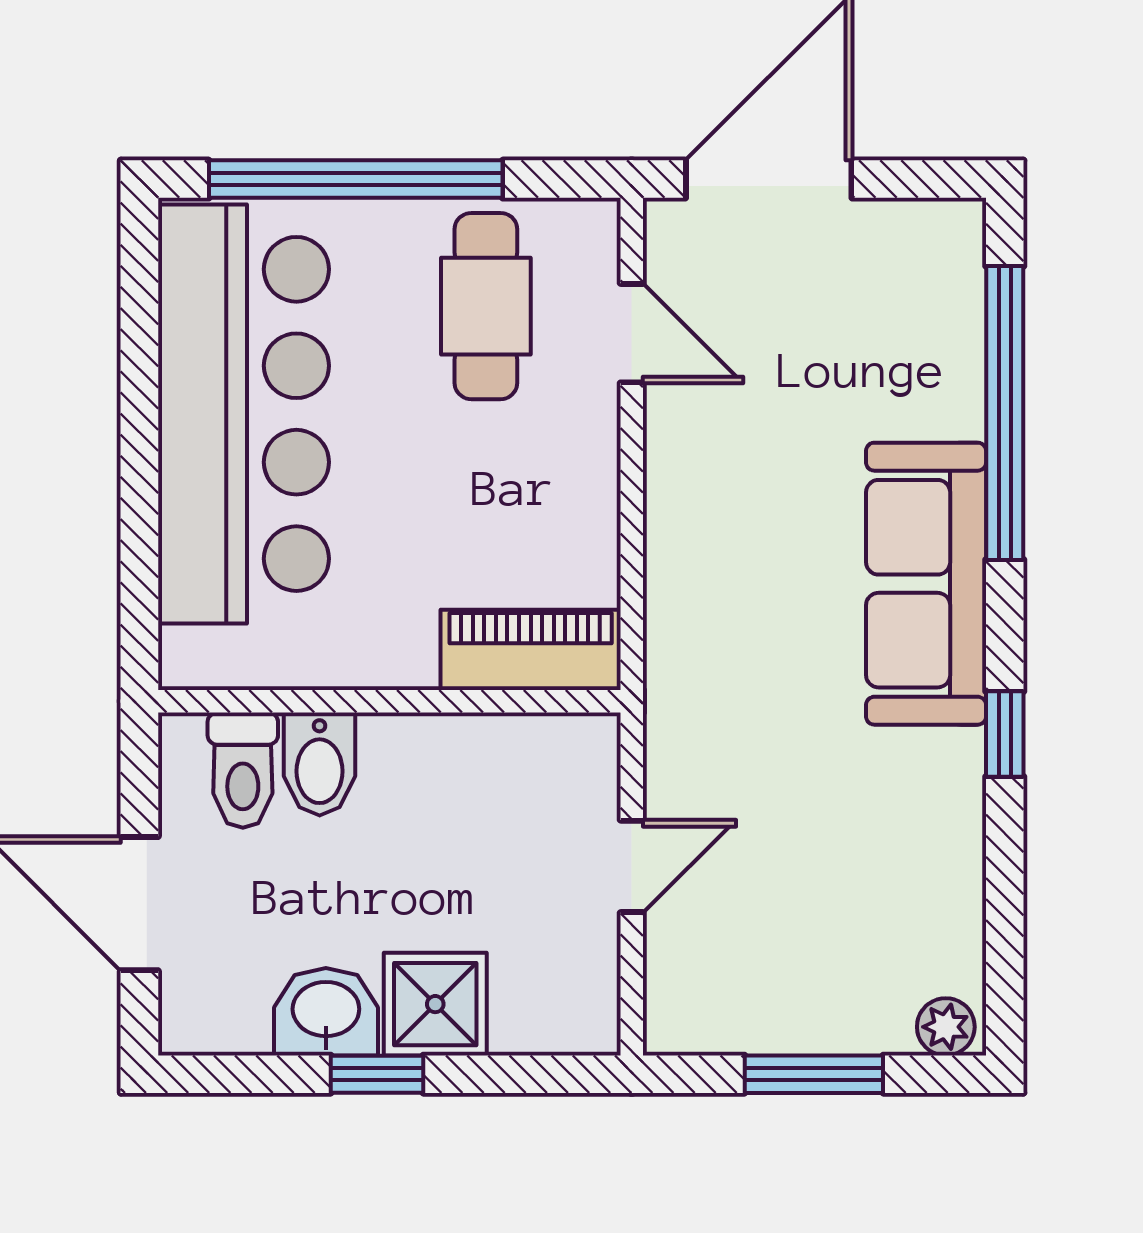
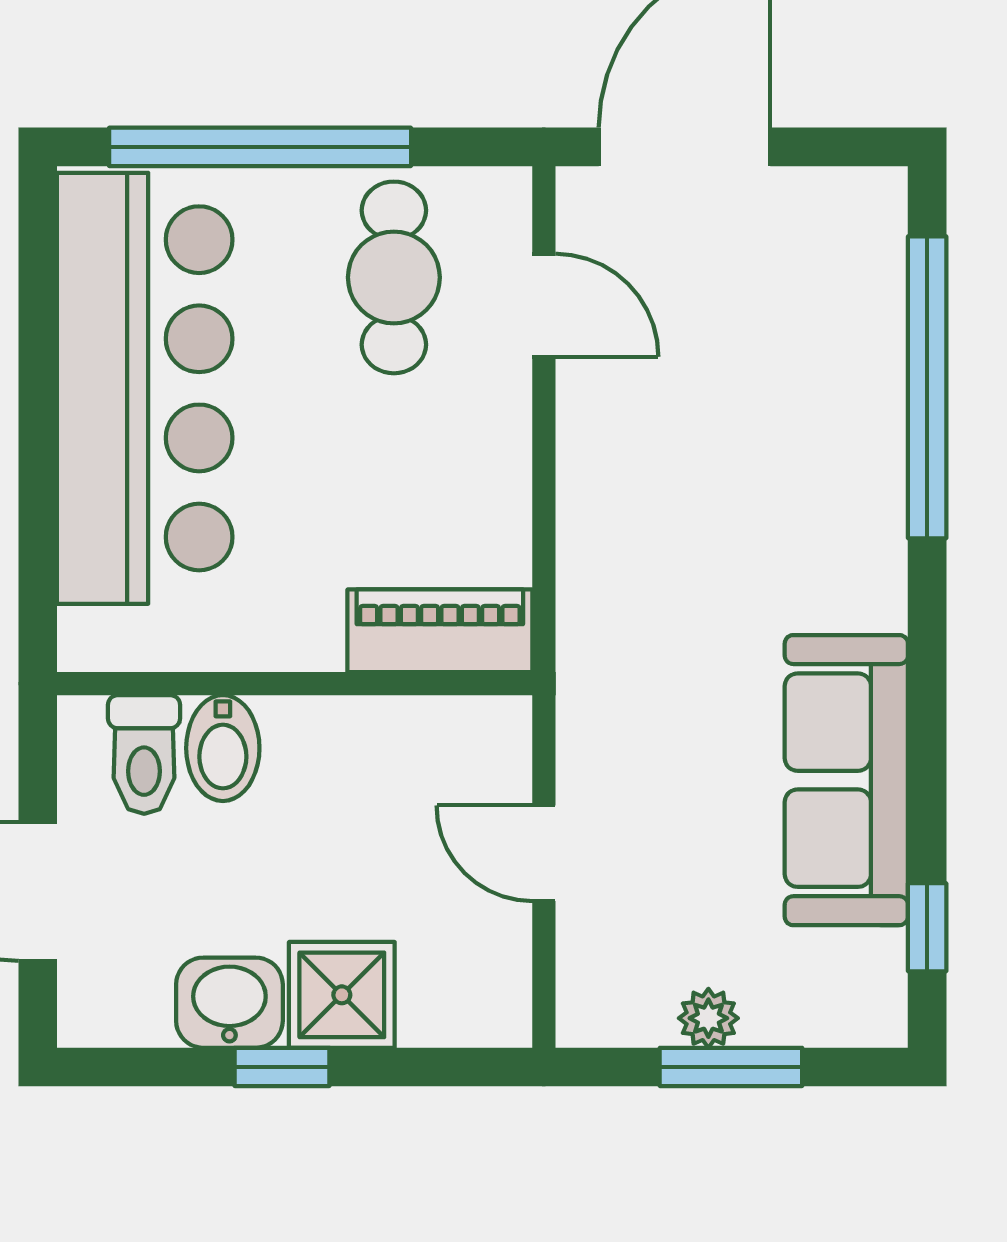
sofa: (926, 584) -> (846, 780), moved
window: (1005, 734) -> (927, 927), moved
door: (632, 866) -> (544, 853), swing flipped
plant: (946, 1027) -> (708, 1018), moved

